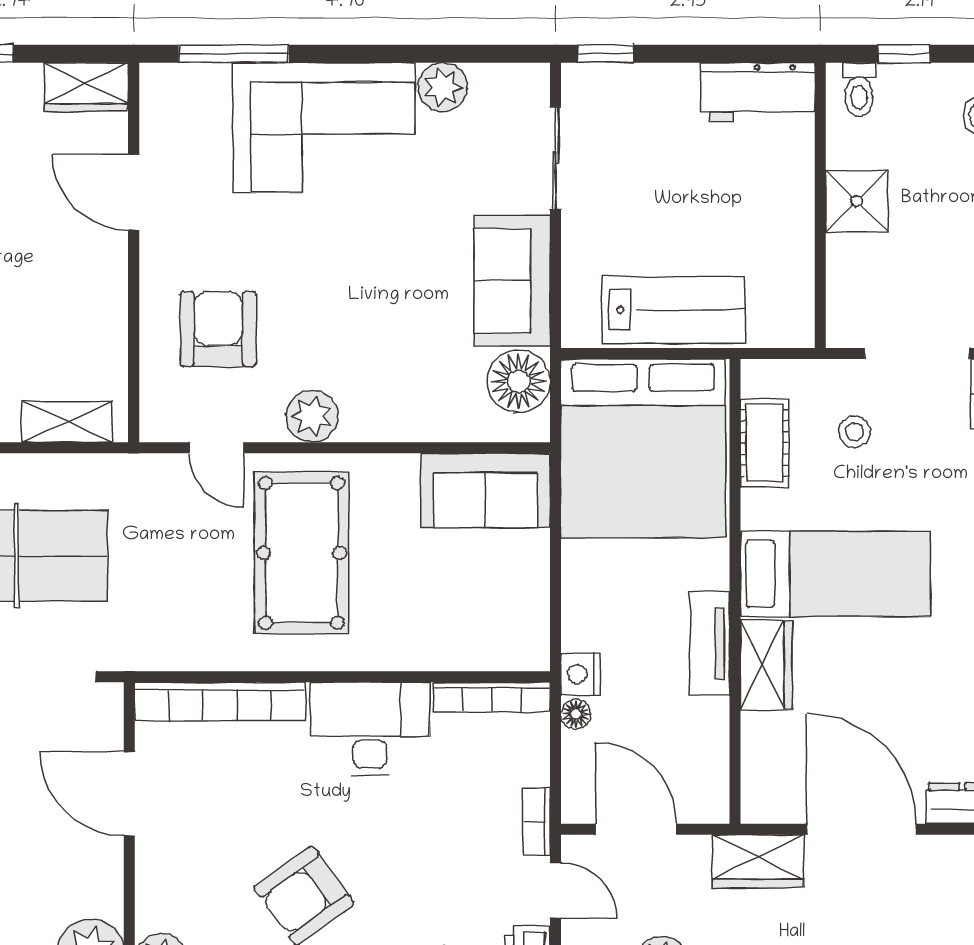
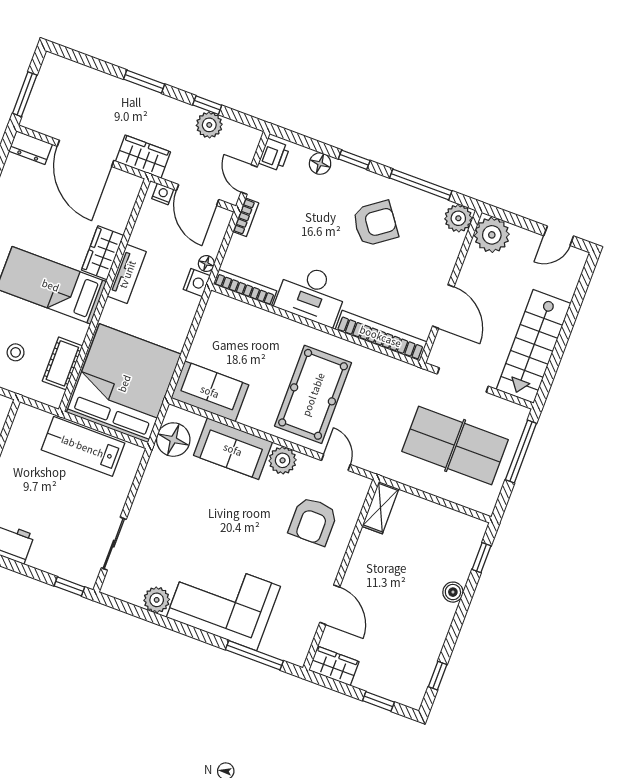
sofa: (512, 281) -> (233, 449), moved, turned 90
shelving: (67, 422) -> (380, 508), moved, turned 90
nightstand: (699, 808) -> (163, 194), added

